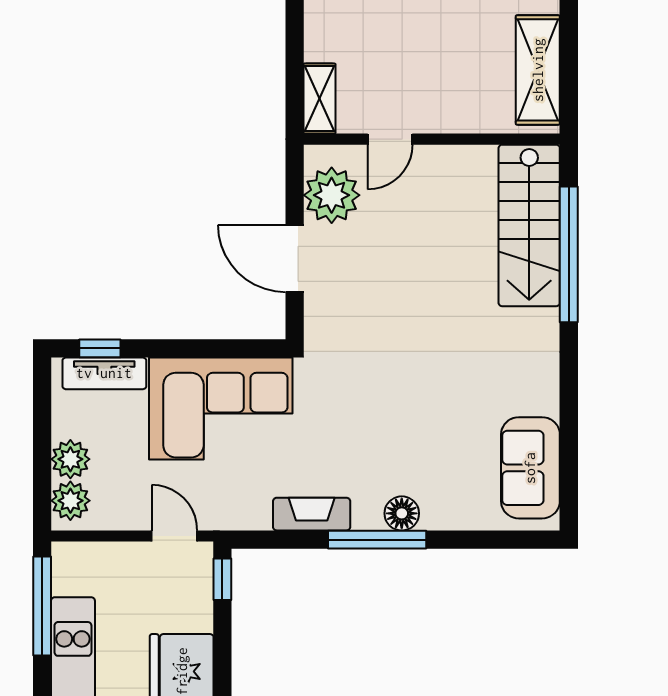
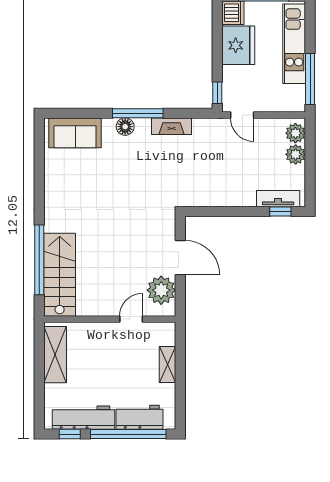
shelving: (319, 99) -> (167, 365), moved
corner sofa: (221, 408) -> (218, 181), removed
sofa: (530, 468) -> (75, 133), moved, turned 90

